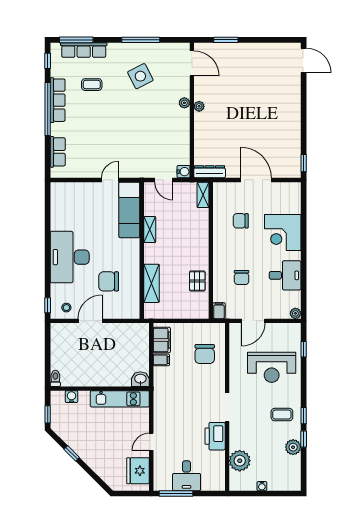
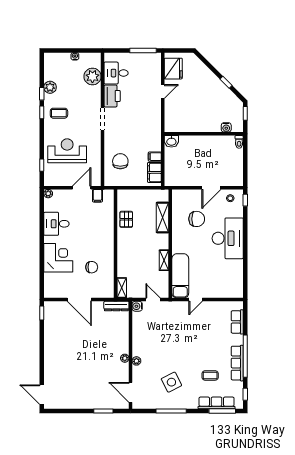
chair: (242, 277) -> (91, 222), removed
filing cabinet: (219, 311) -> (97, 196), moved
kitchen unit: (120, 399) -> (188, 126), removed
desk: (187, 476) -> (116, 73), moved, turned -90

